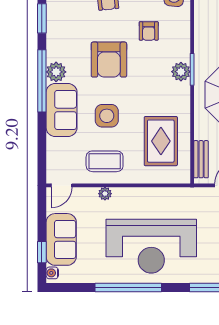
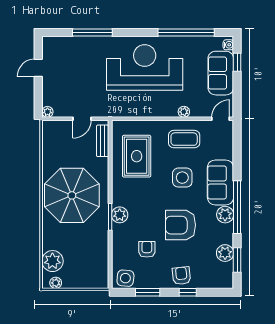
plant: (56, 26) -> (225, 253), added
armchair: (109, 60) -> (180, 225), turned -90
window: (128, 288) -> (186, 32), moved

